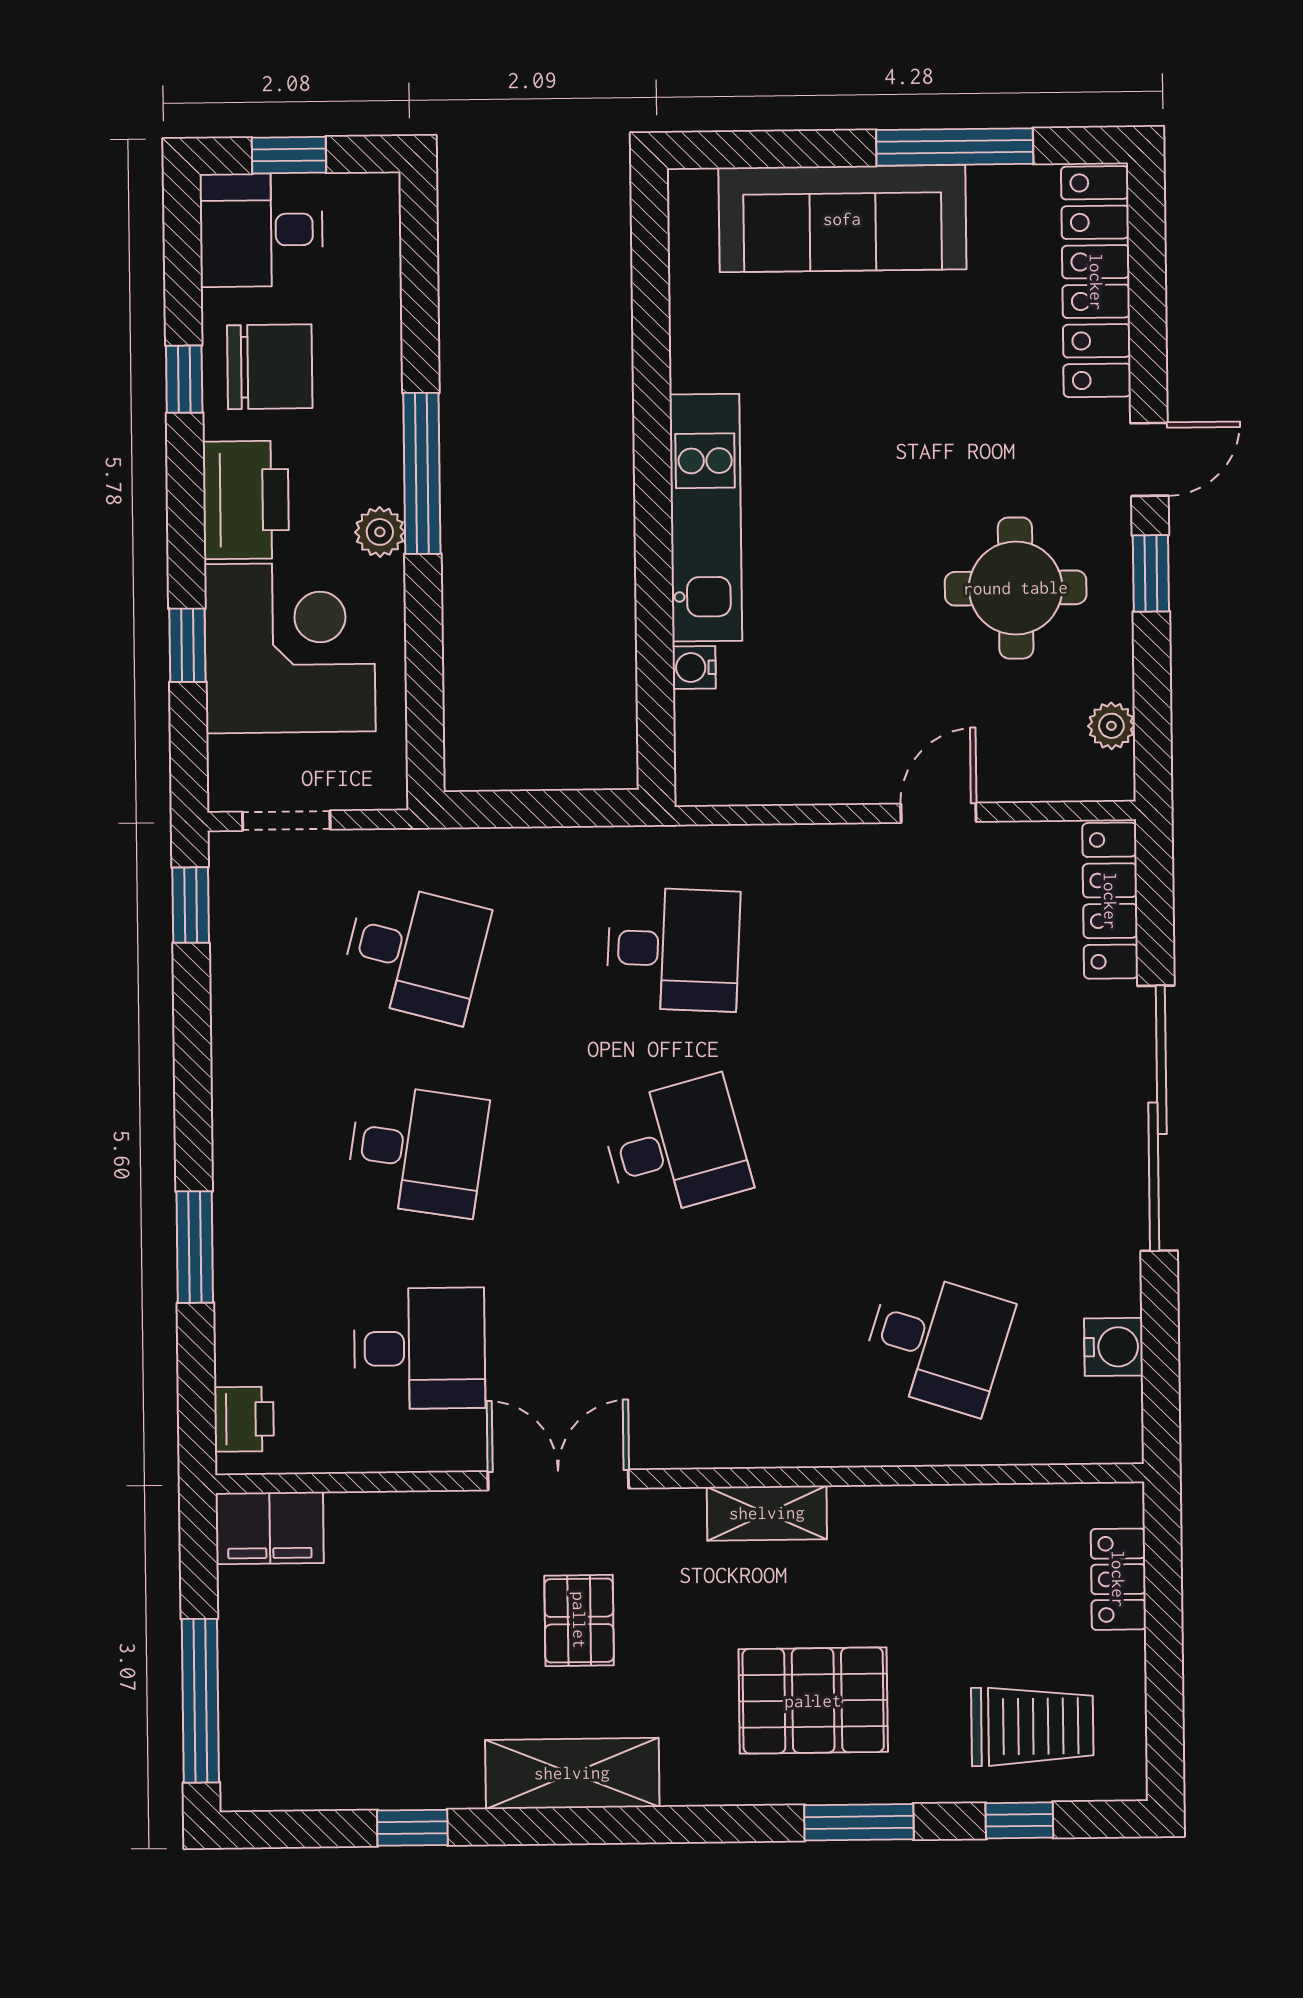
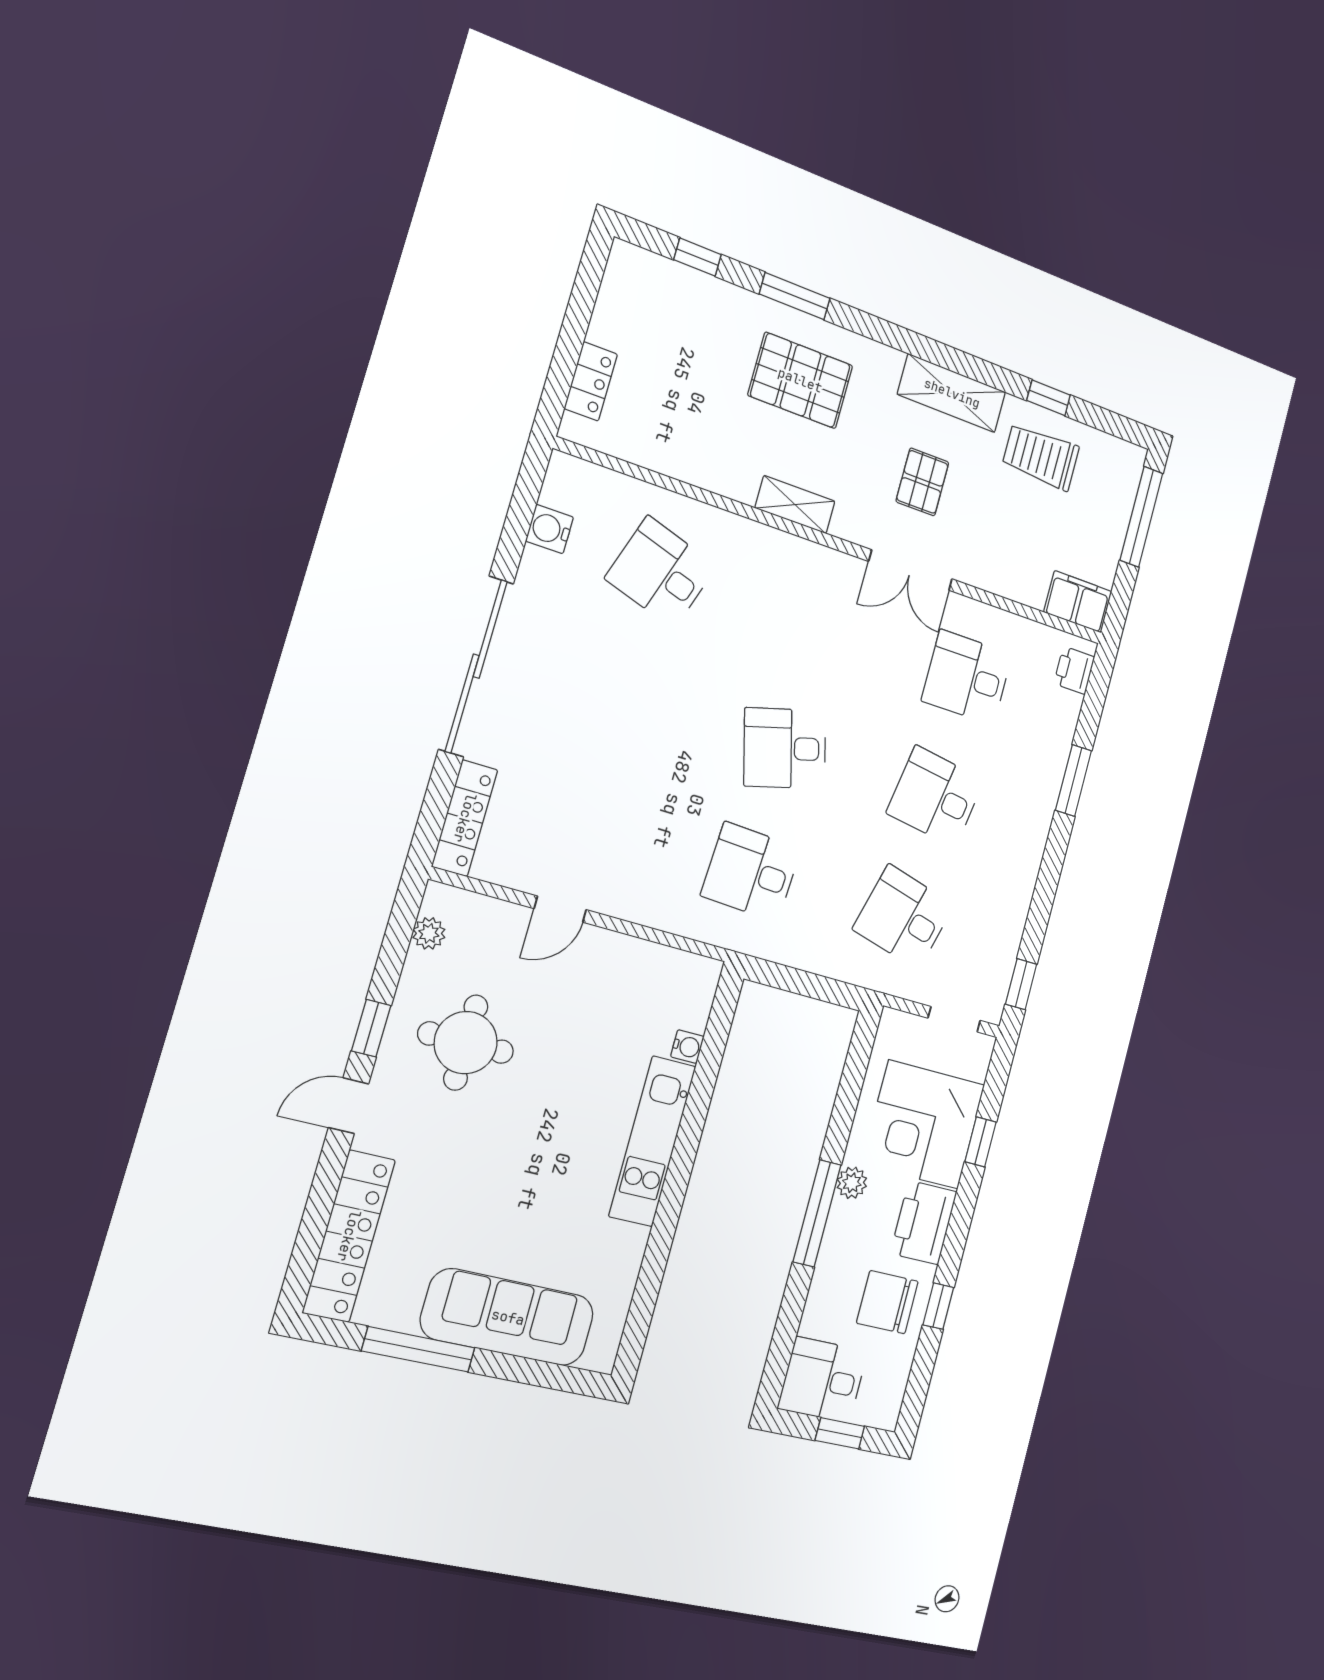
desk: (261, 230) -> (823, 1380), moved, turned 180
trolley: (1032, 1726) -> (1041, 457), moved

